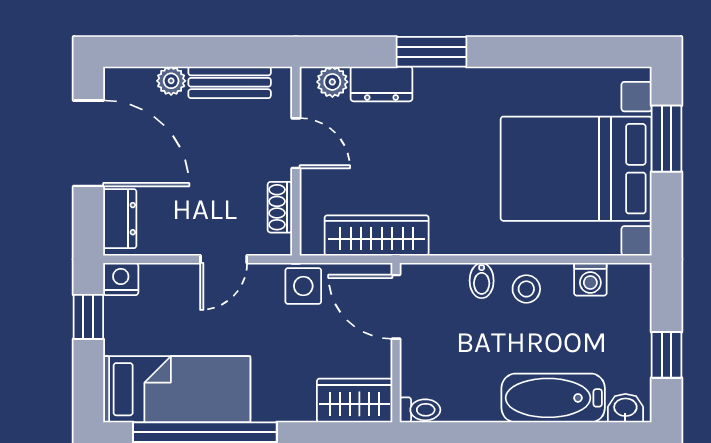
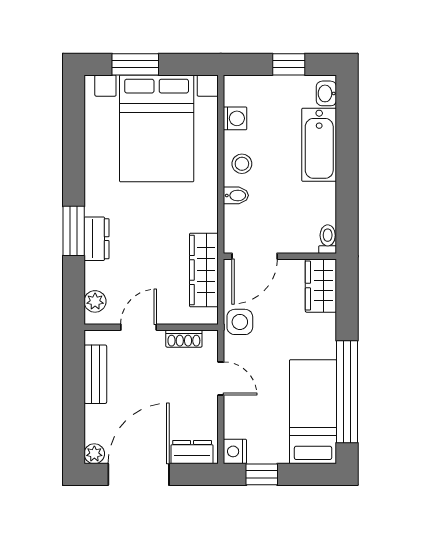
plant: (171, 81) -> (94, 454), moved
dresser: (381, 84) -> (96, 239), moved

